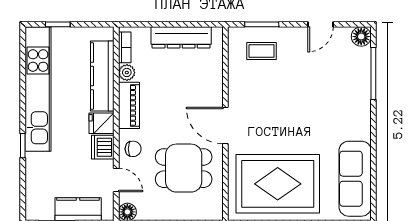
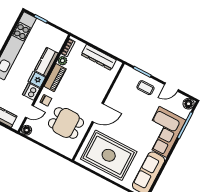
coffee table: (261, 51) -> (145, 88), moved
kitchen counter: (102, 76) -> (46, 62), width x0.67
corner sofa: (344, 102) -> (163, 132), added
door: (225, 126) -> (98, 113), swing flipped
door: (116, 180) -> (29, 111), hinge flipped

